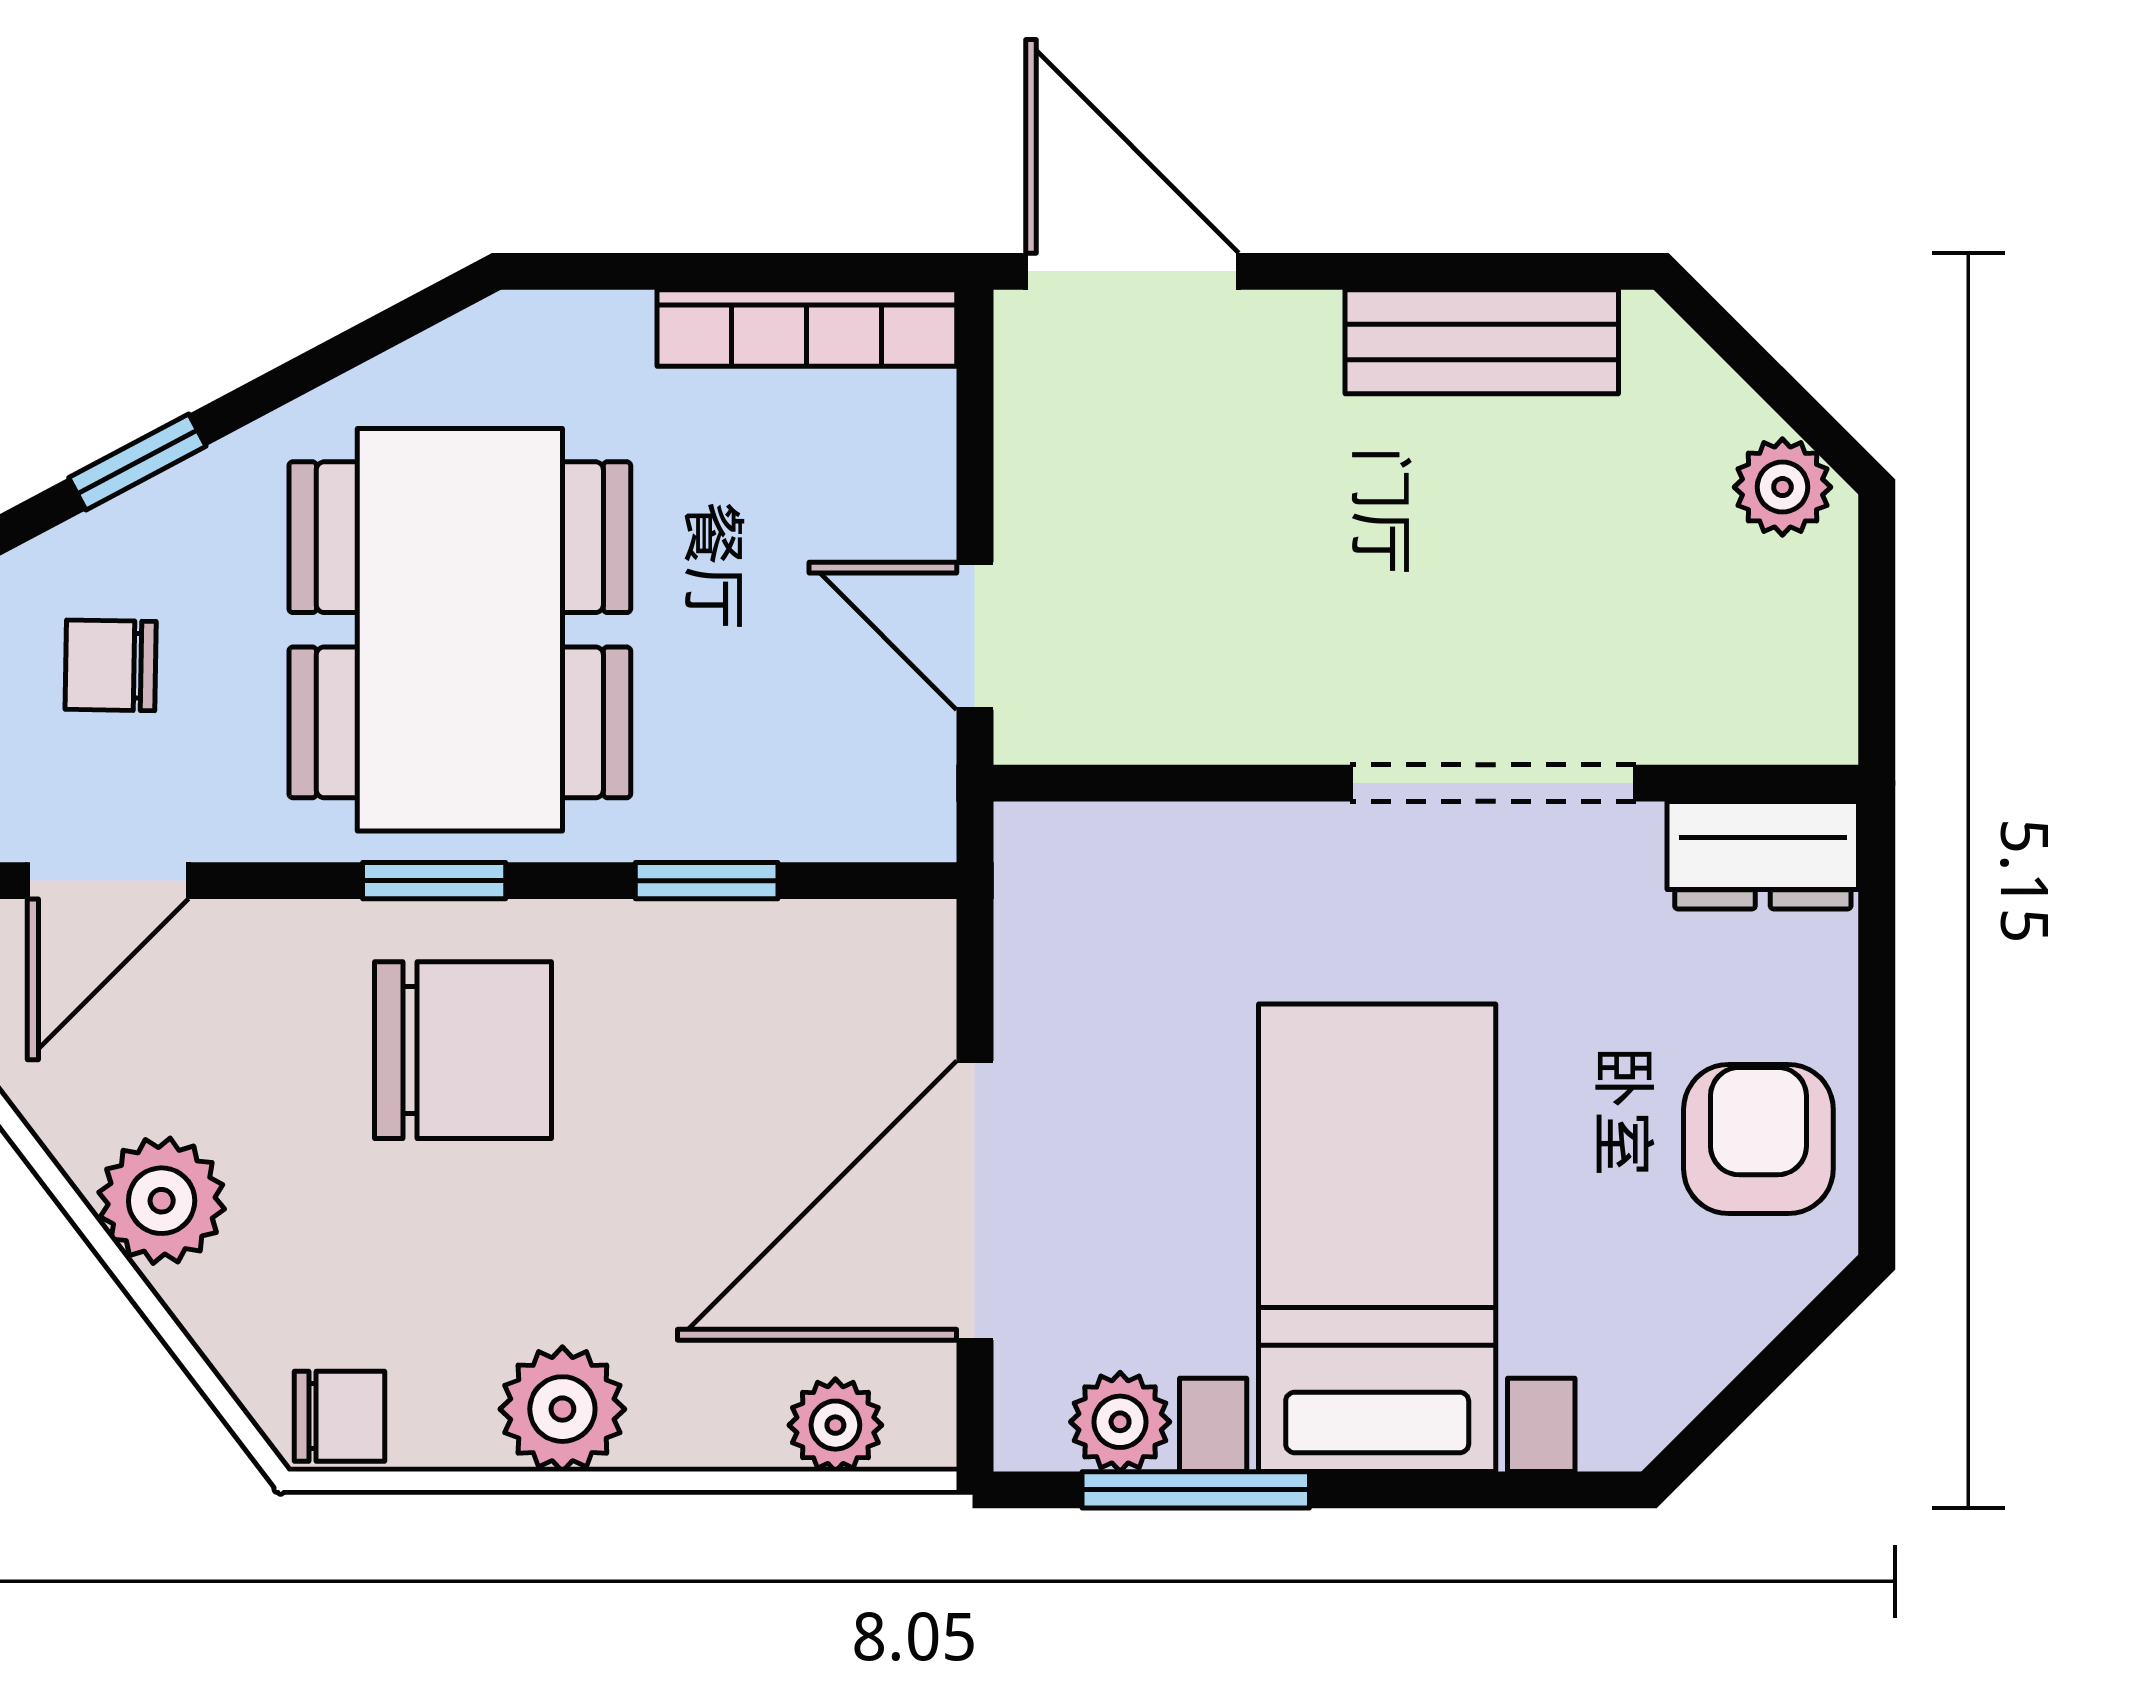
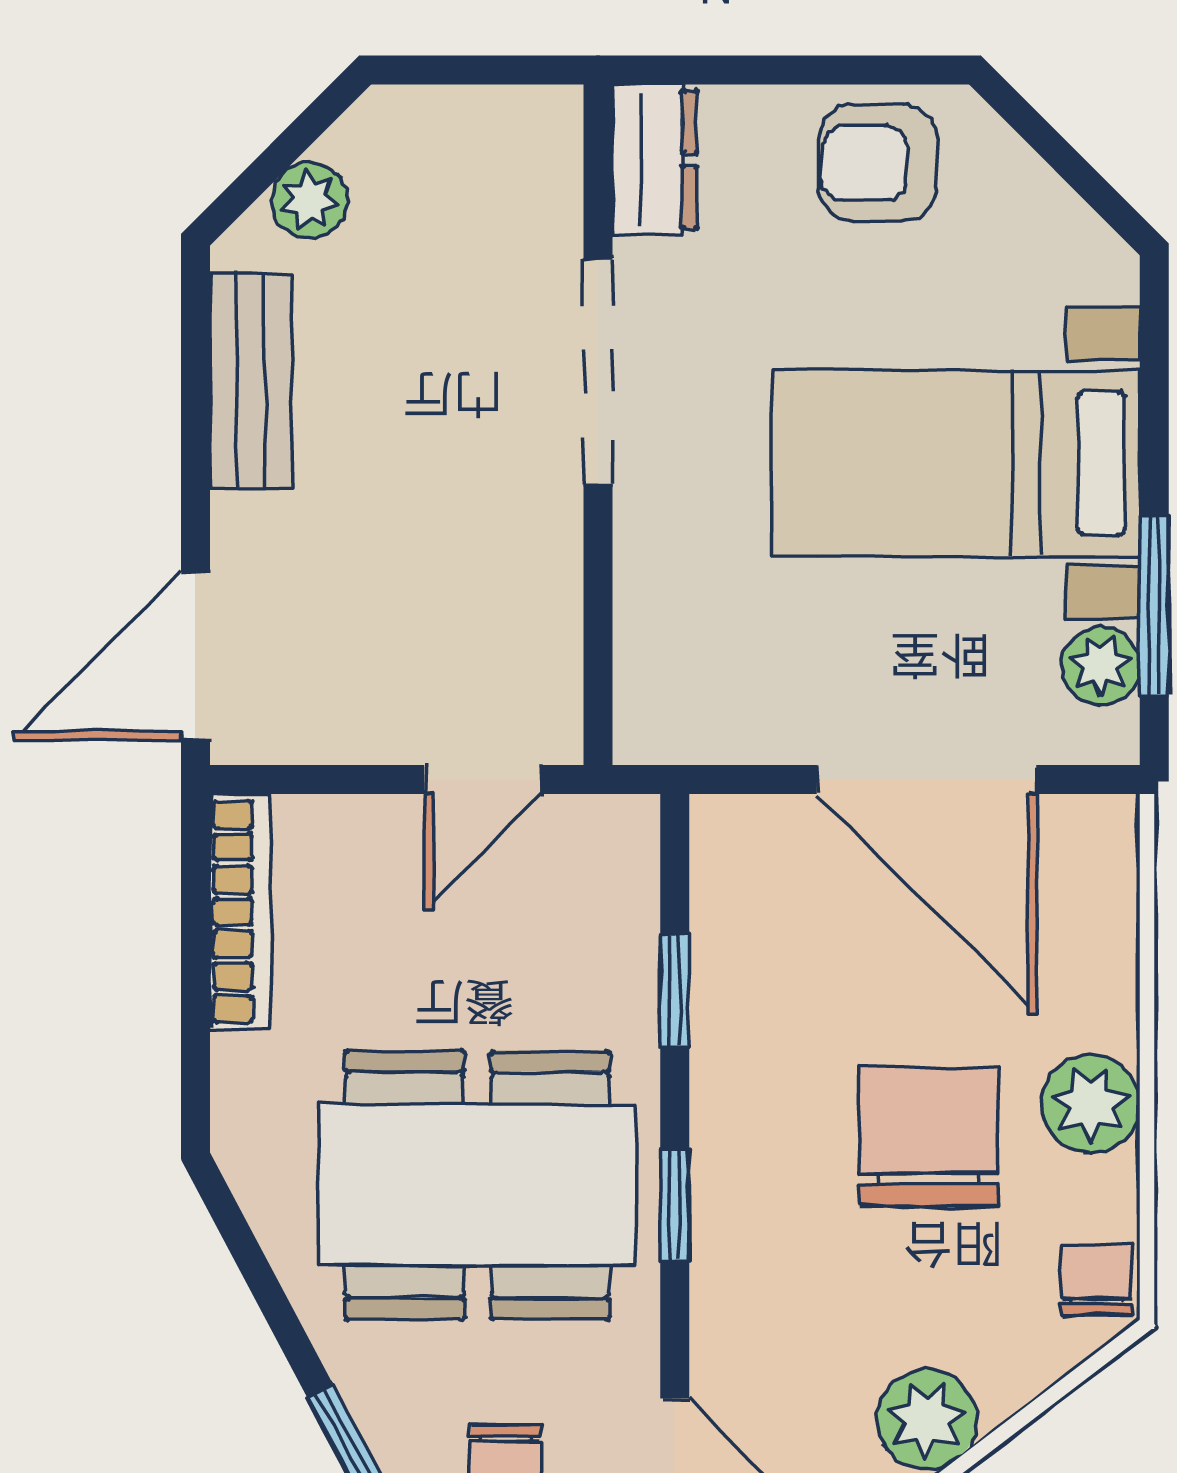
plant: (1782, 487) -> (309, 200), moved
chair: (463, 1050) -> (928, 1137), moved
plant: (835, 1425) -> (1103, 889), removed

